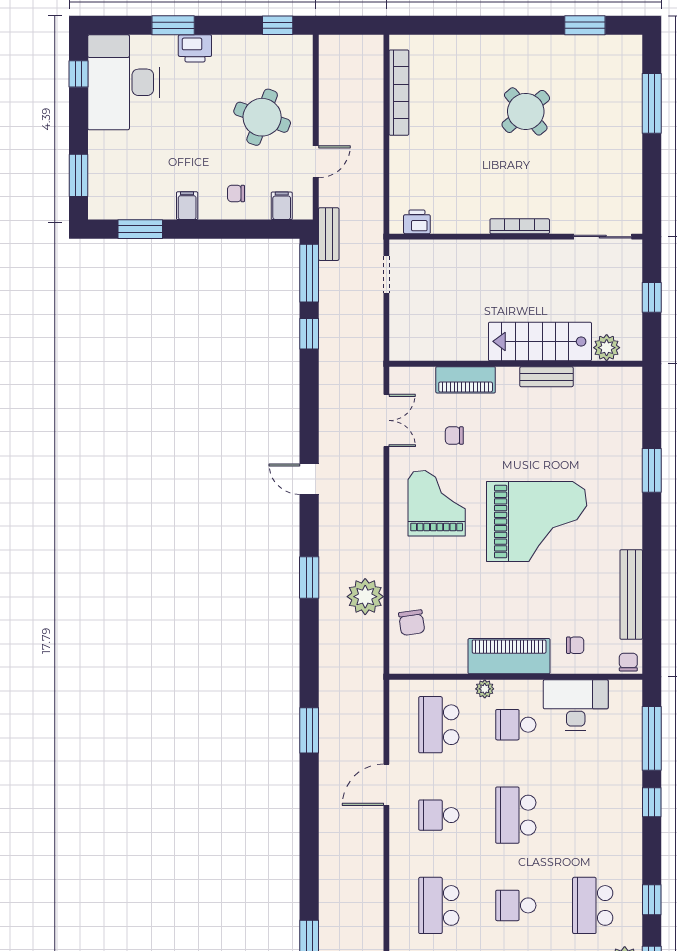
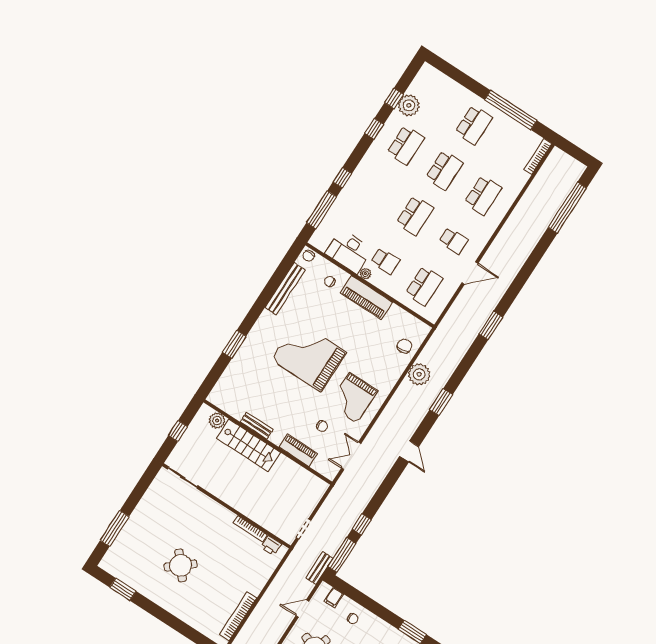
filing cabinet: (187, 206) -> (381, 628), removed
bookcase: (520, 226) -> (250, 529), moved
plant: (485, 689) -> (365, 274), moved
school desk: (516, 905) -> (444, 170), width x1.85

